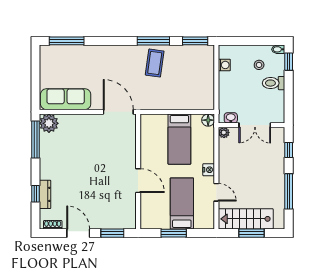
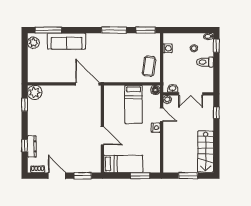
plant: (47, 58) -> (33, 43), added
coffee table: (155, 63) -> (149, 66), moved
sofa: (66, 99) -> (67, 41), moved, turned 180
window: (35, 139) -> (25, 105), width x0.46
window: (289, 191) -> (216, 144), removed
door: (216, 192) -> (162, 115), moved
bed: (182, 203) -> (123, 164), moved, turned 90
stairs: (246, 219) -> (206, 152), moved, turned -90
window: (174, 233) -> (140, 176), moved

